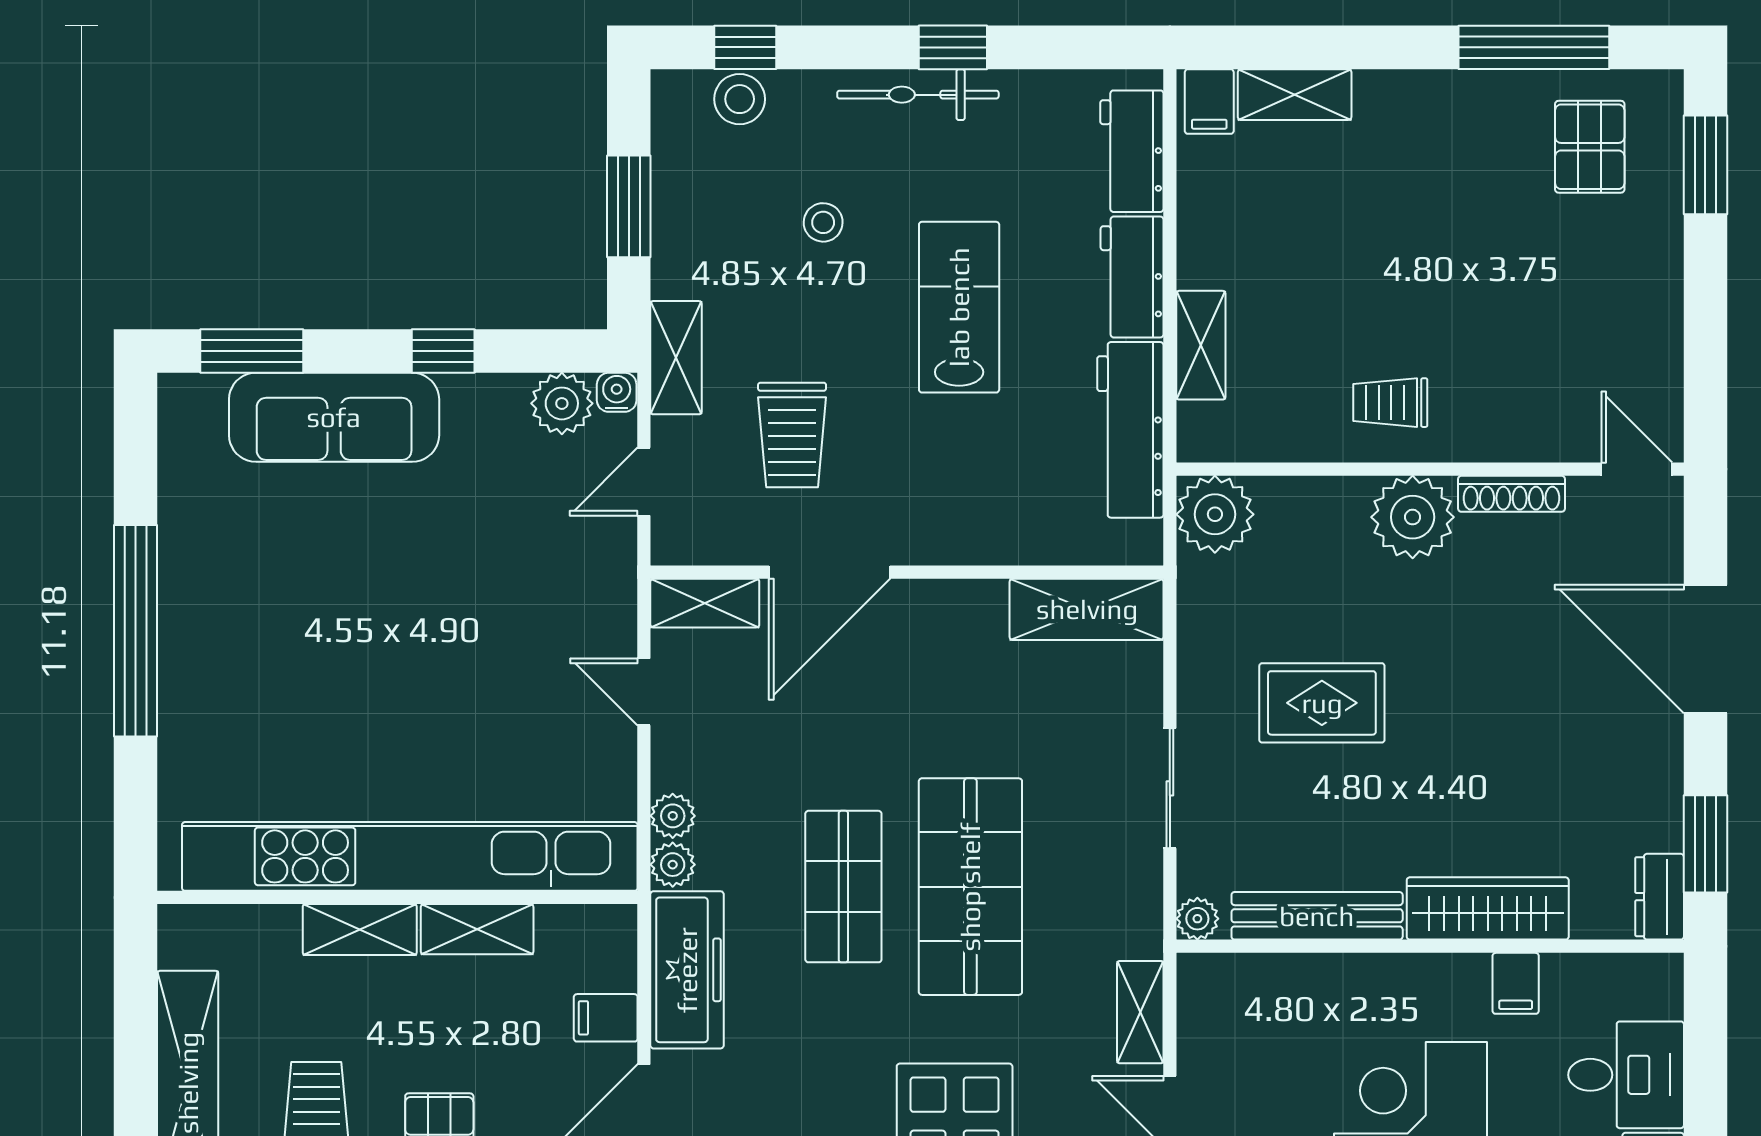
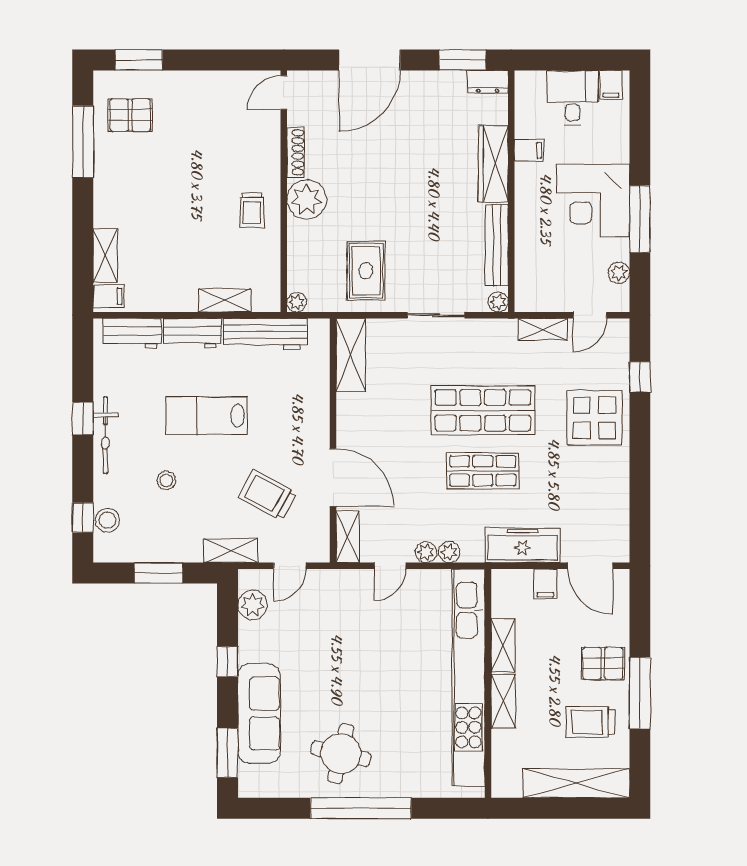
water cooler: (617, 392) -> (247, 579), removed
trolley: (792, 435) -> (268, 495), turned -151
door: (644, 482) -> (290, 566), hinge flipped
plant: (1215, 514) -> (297, 302), width x0.53, depth x0.53
round table: (250, 589) -> (341, 754), added
rug: (1322, 703) -> (366, 271), moved
plant: (673, 865) -> (426, 552), moved

